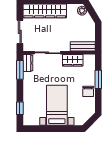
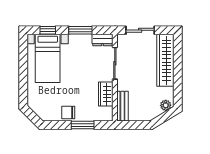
window: (20, 70) -> (80, 30), moved
bed with nightstands: (57, 105) -> (48, 58), moved, turned 90

